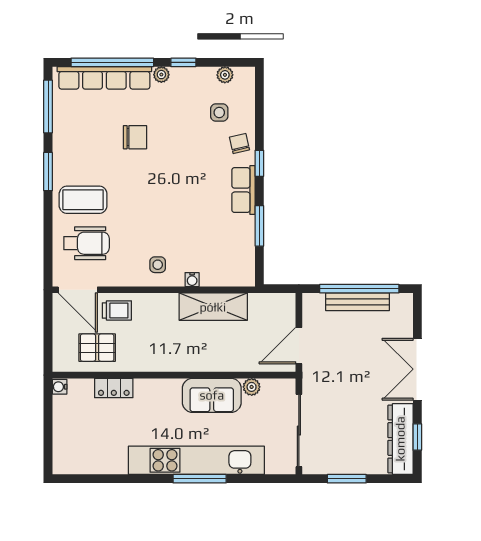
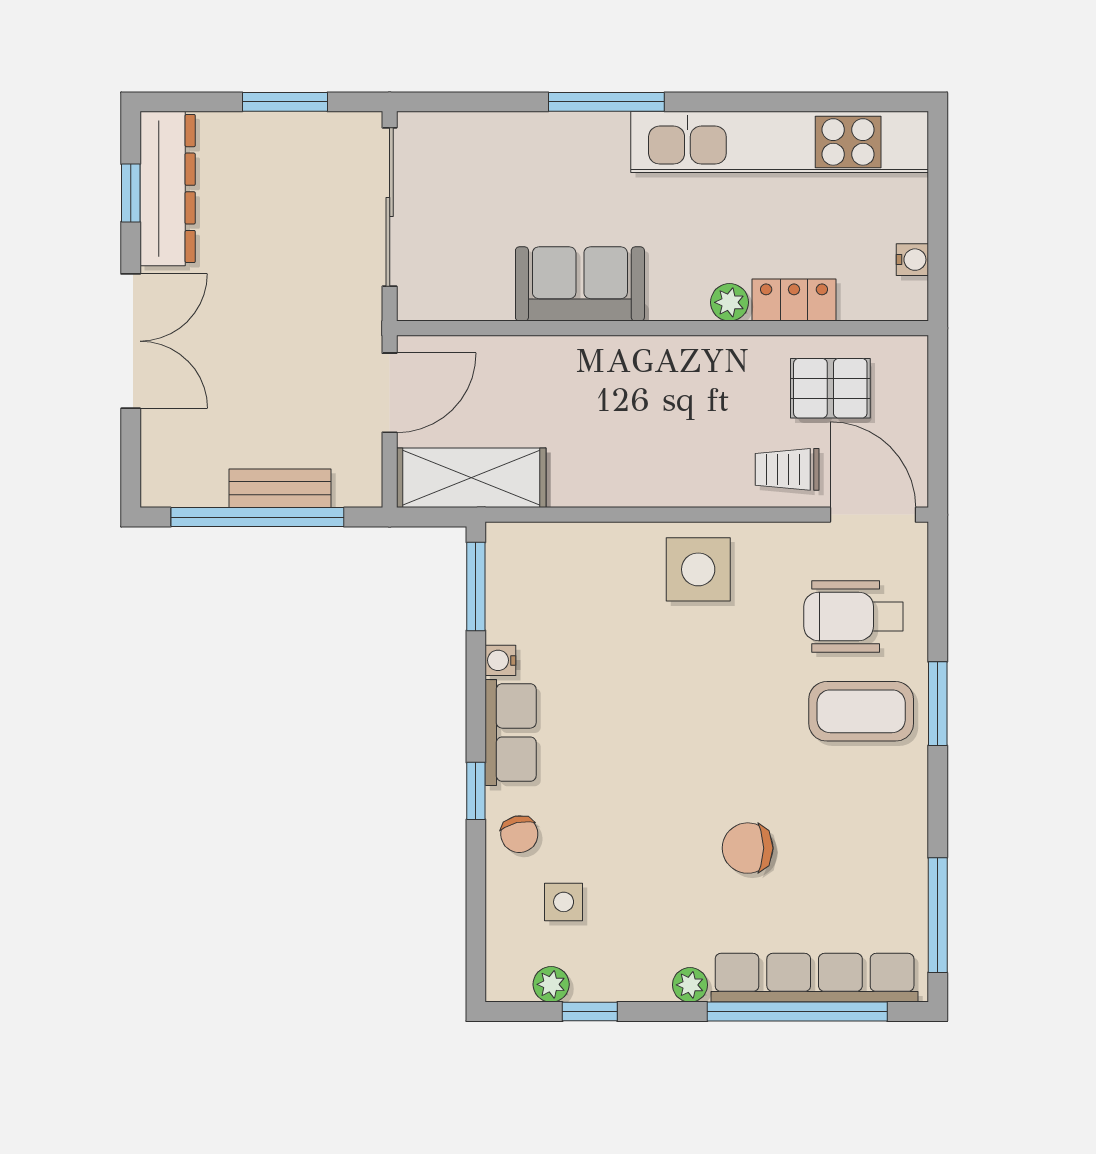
window: (183, 62) -> (590, 1012), moved
window: (48, 172) -> (938, 704), moved
window: (259, 226) -> (476, 586), moved
side table: (158, 265) -> (698, 569), width x1.87, depth x1.87
water cooler: (192, 280) -> (500, 660), moved, turned -90
bench: (357, 302) -> (280, 488), width x0.73
shelving: (213, 307) -> (471, 478), moved
water cooler: (60, 387) -> (912, 260), moved
plant: (252, 387) -> (730, 302), moved
kitchen unit: (196, 460) -> (780, 142), moved

